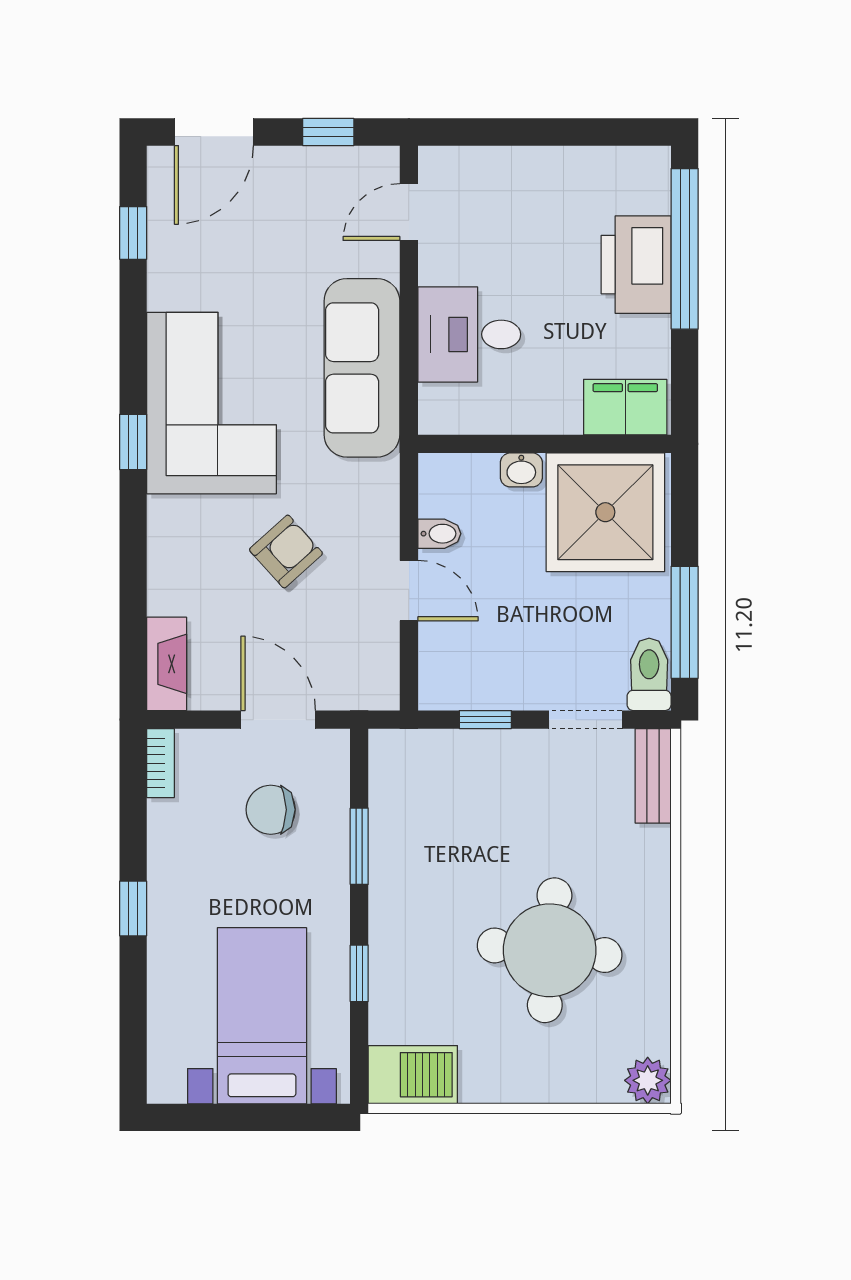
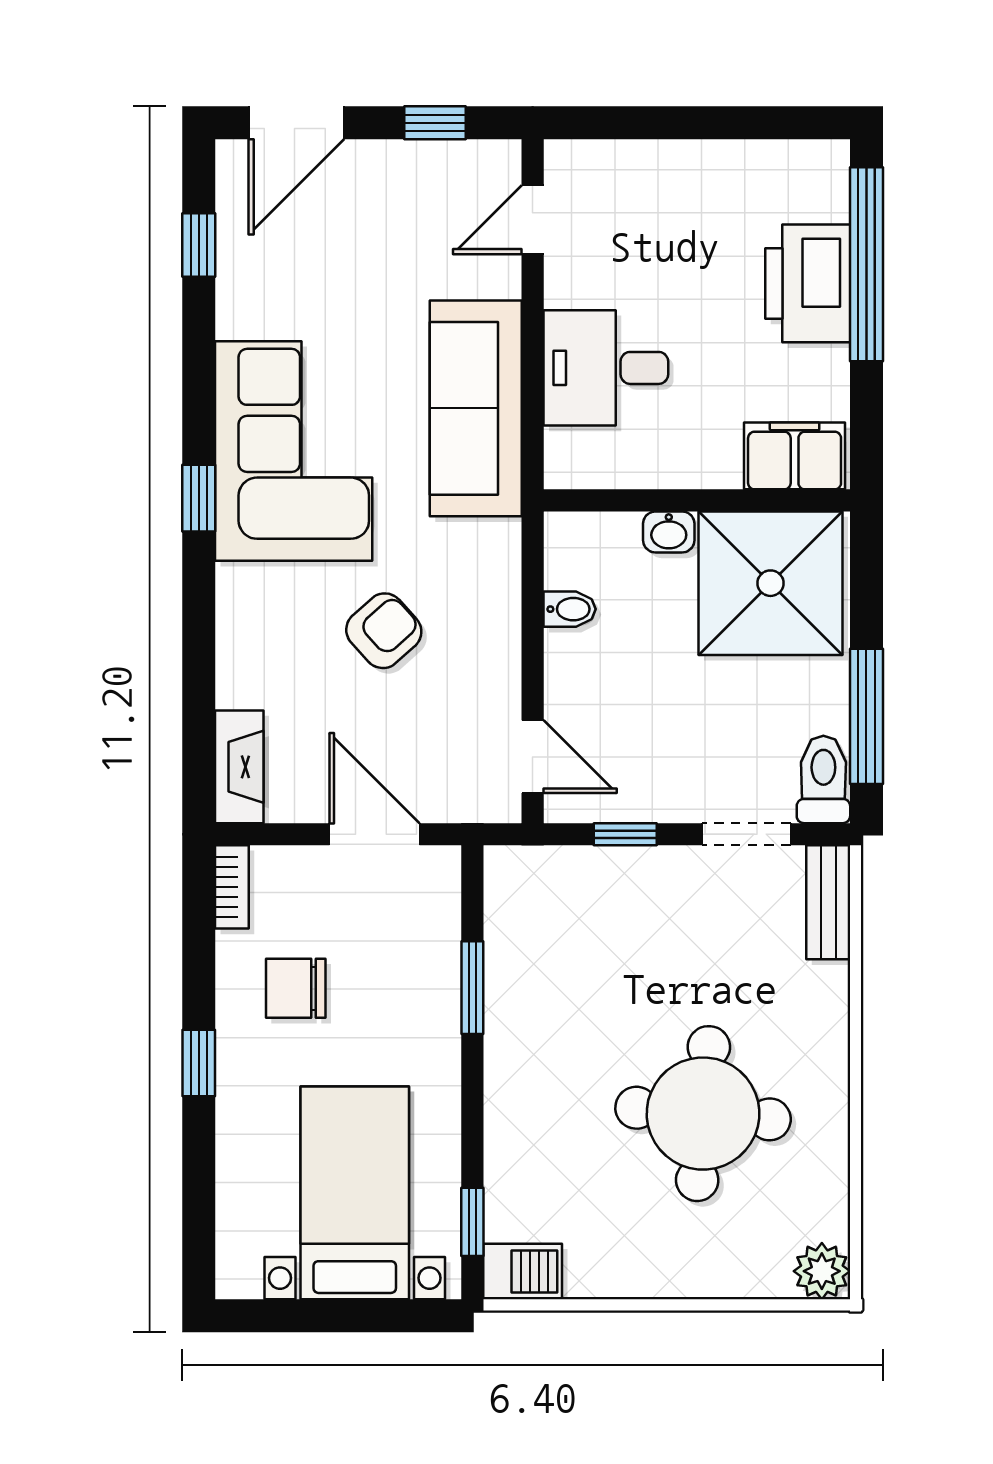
door: (409, 591) -> (533, 757), moved
chair: (271, 810) -> (296, 988), moved
window: (359, 973) -> (472, 1222), moved
barbecue: (413, 1075) -> (523, 1272), width x0.73, depth x0.79

